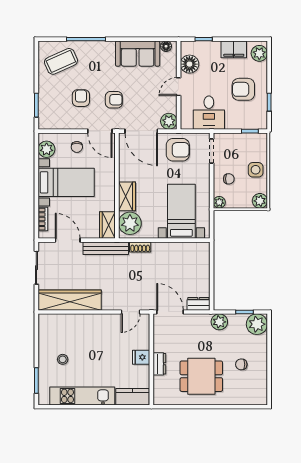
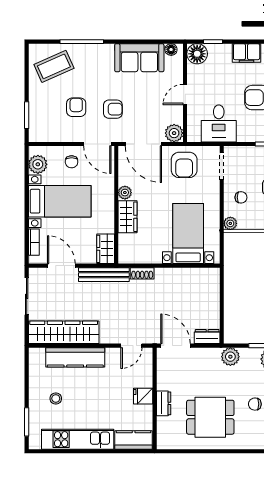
floor lamp: (189, 64) -> (197, 54), moved
armchair: (178, 150) -> (184, 165), turned 90
plant: (130, 223) -> (125, 193), moved, width x0.53, depth x0.53
kitchen counter: (80, 323) -> (75, 357), added

